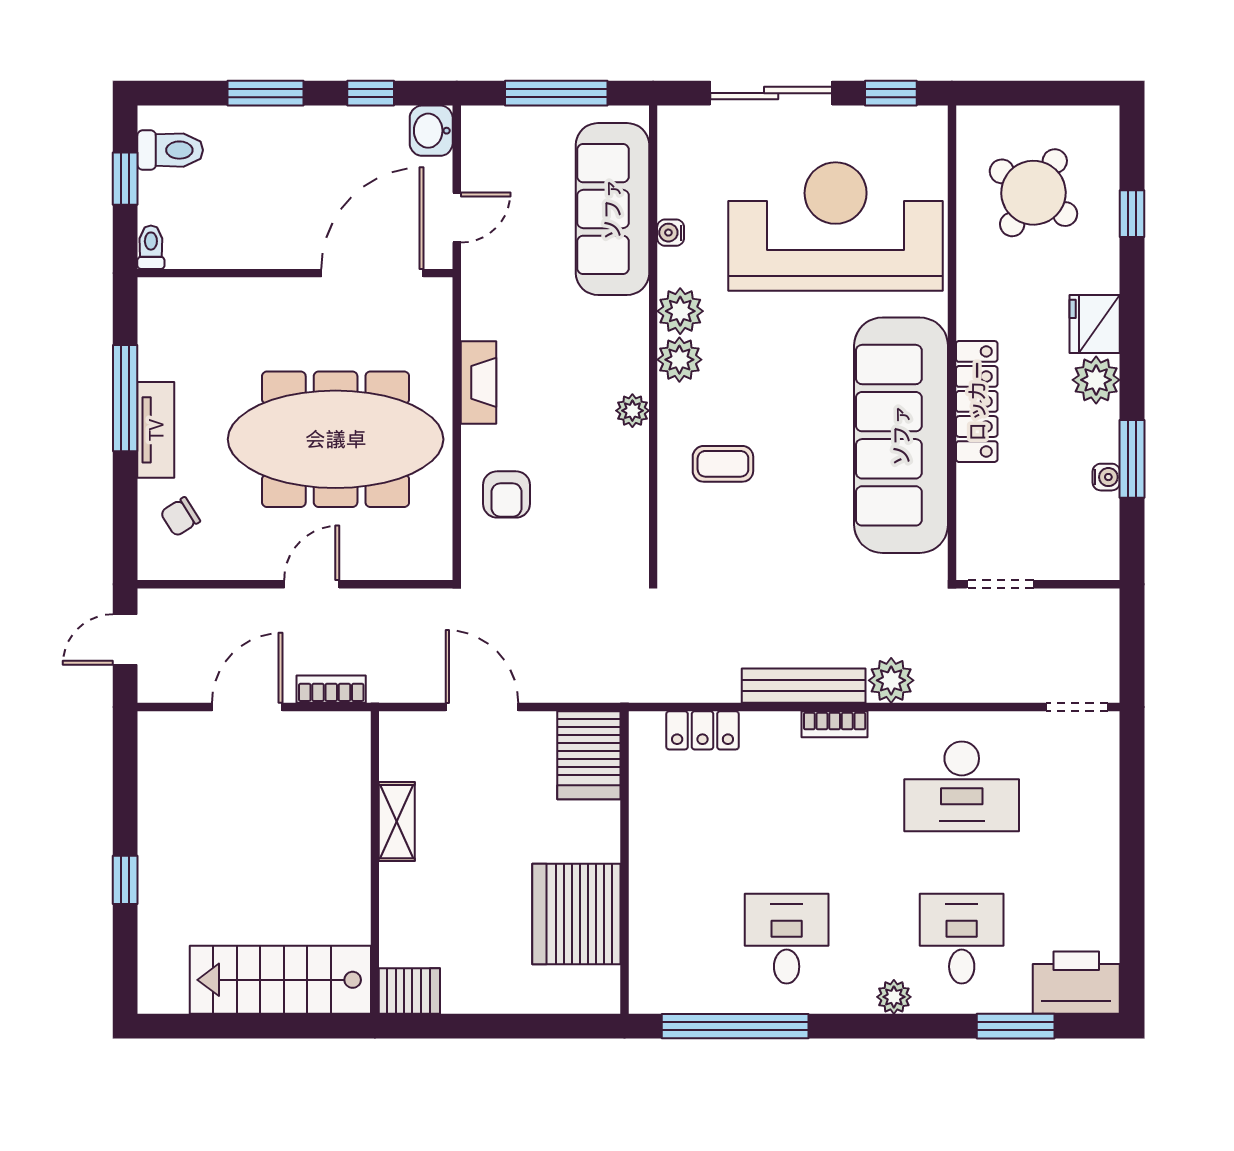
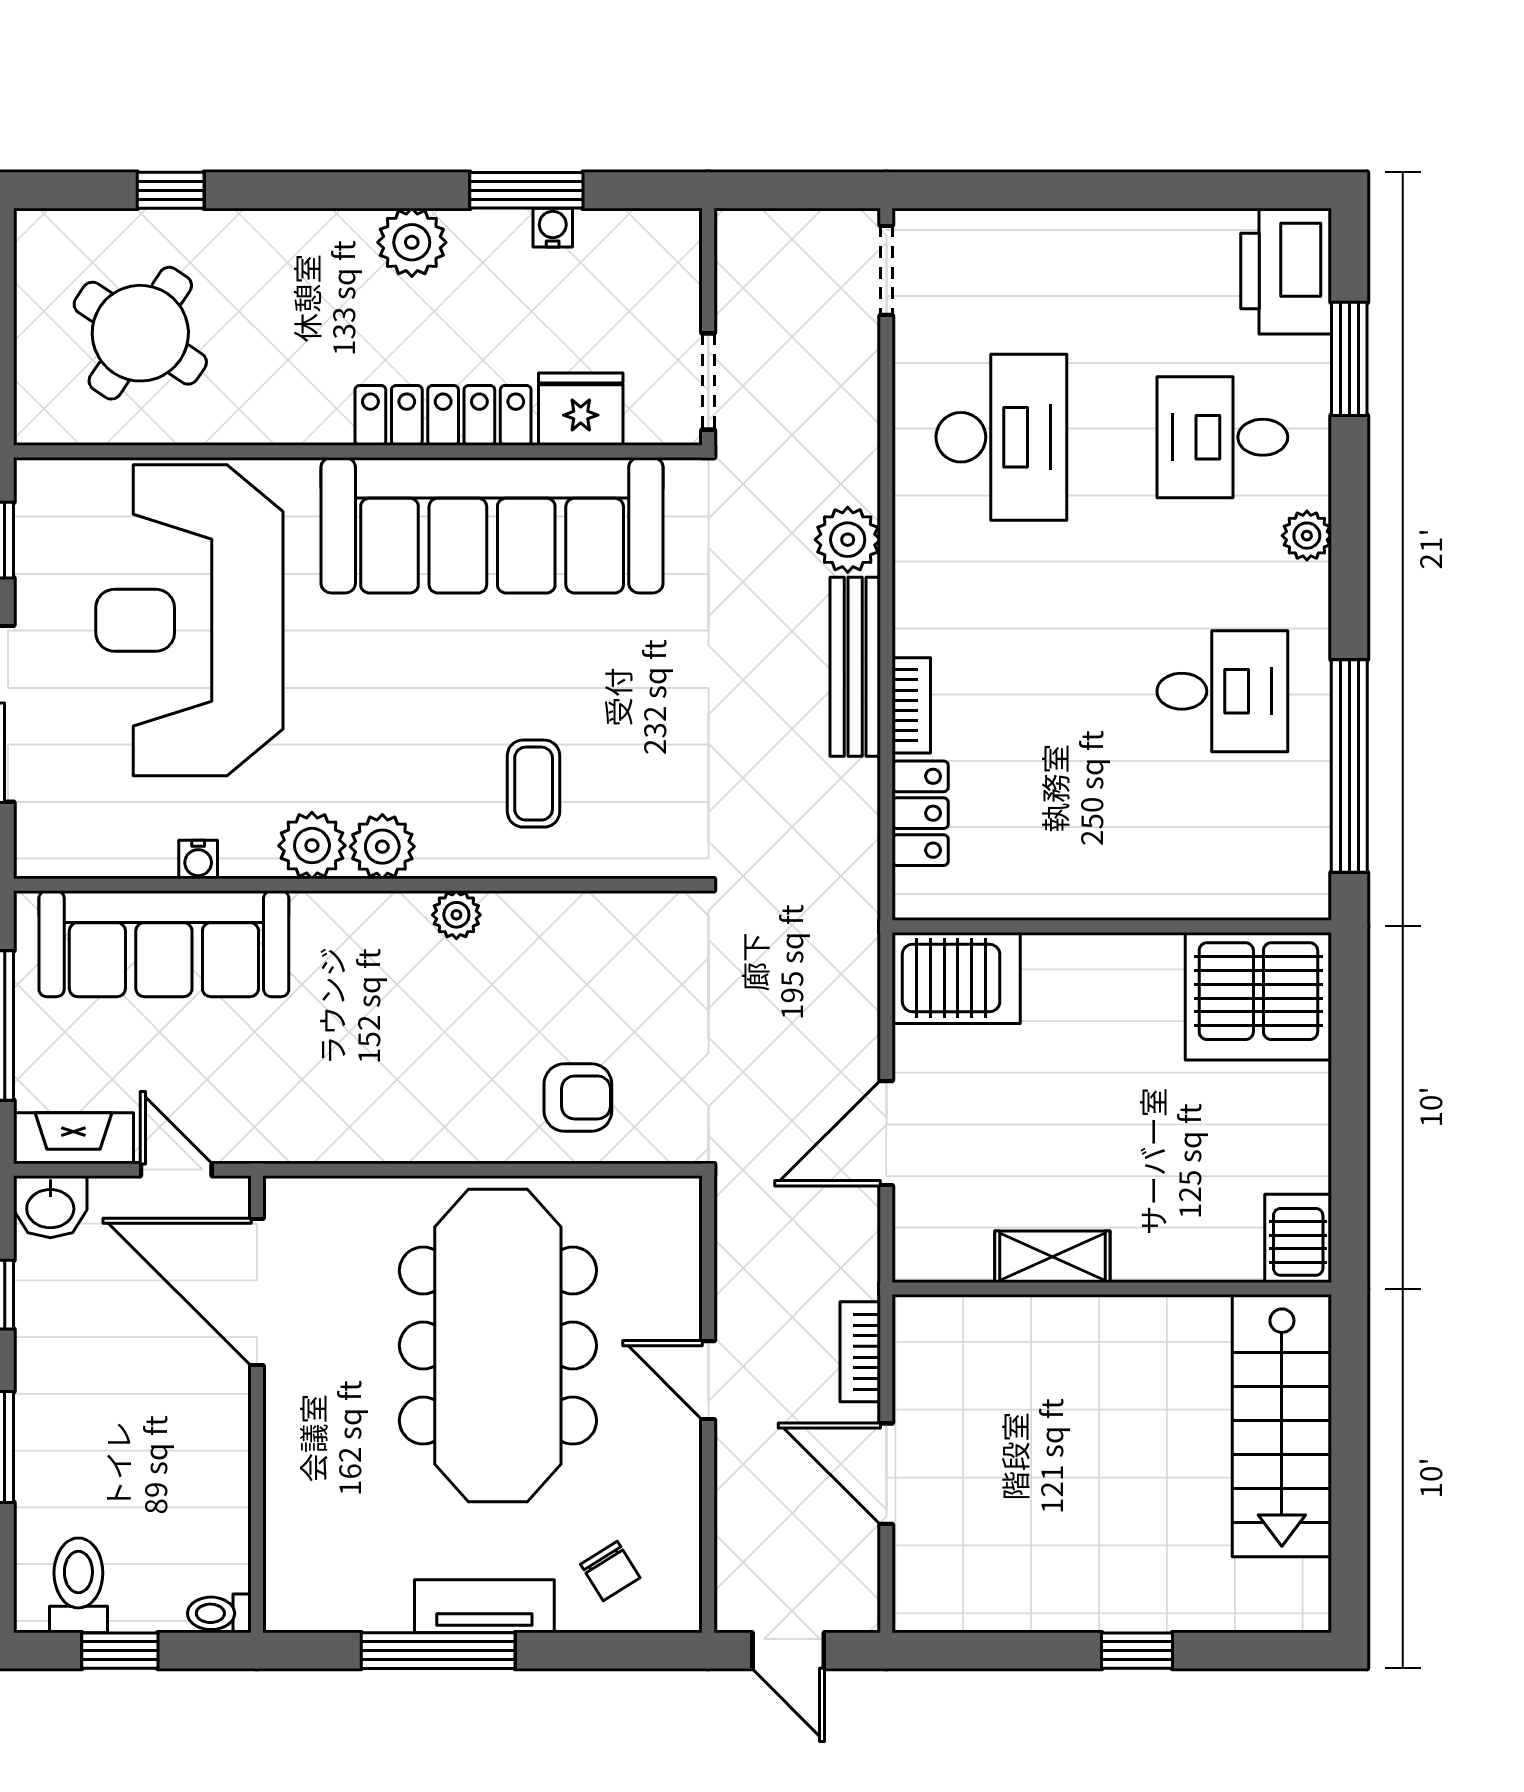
fridge: (1095, 324) -> (581, 409), moved, turned 180
fireplace: (478, 382) -> (73, 1138), moved
bookcase: (835, 724) -> (911, 705), moved
server rack: (576, 914) -> (1258, 996), moved
desk: (787, 939) -> (1222, 691), turned 180

